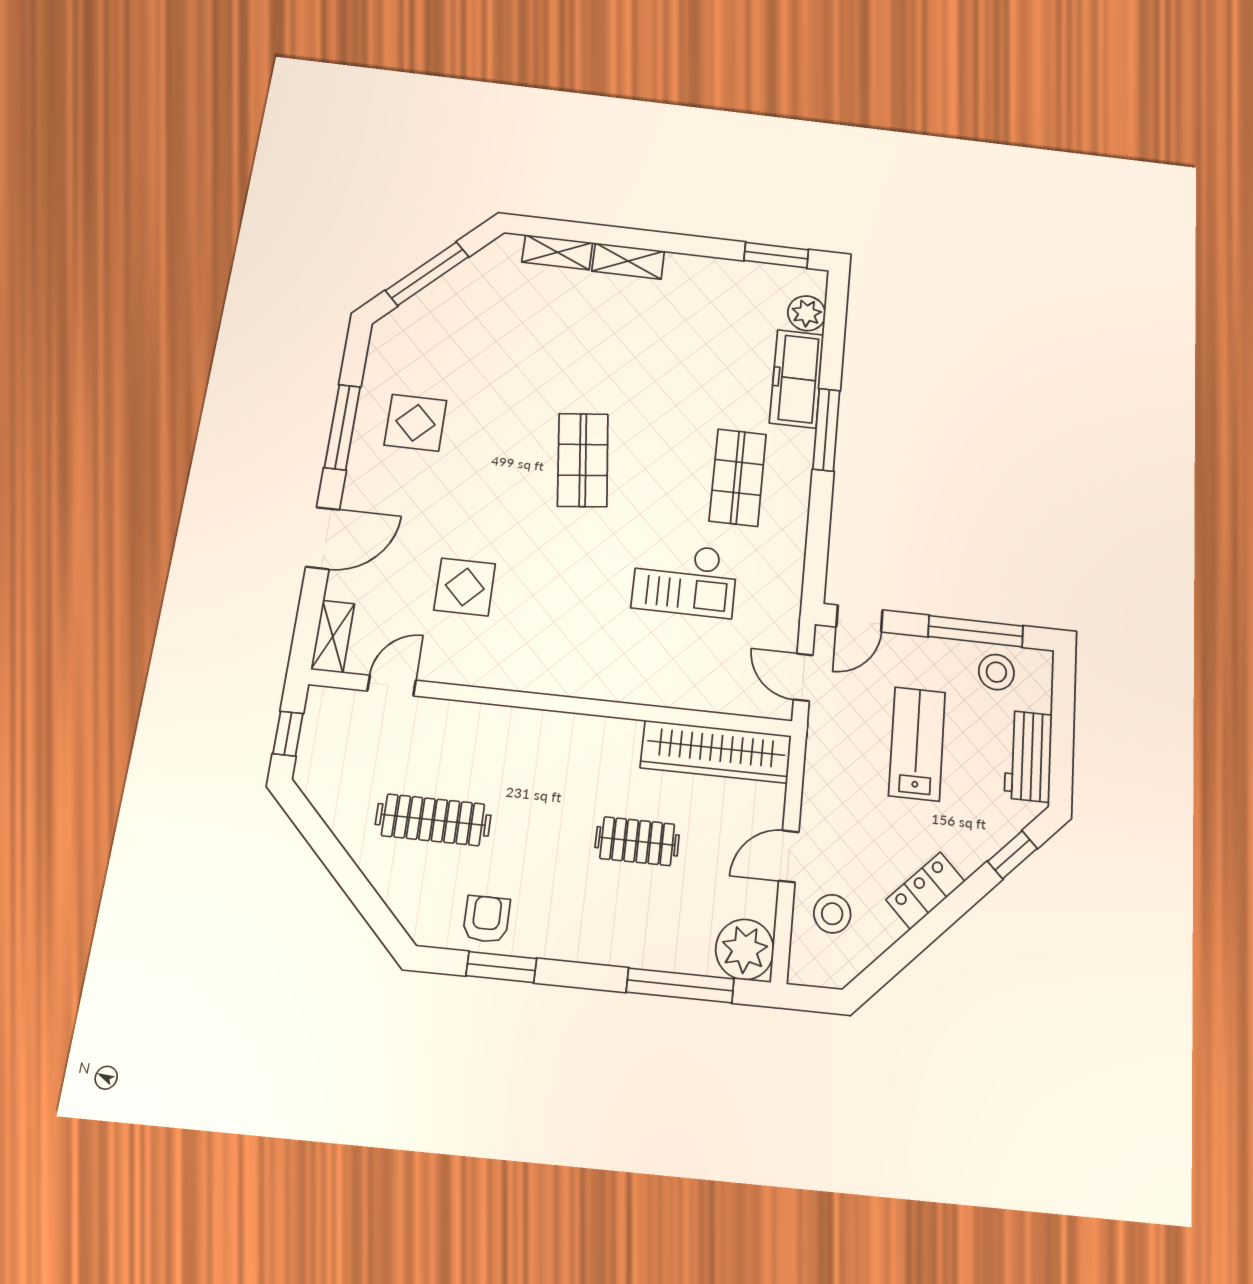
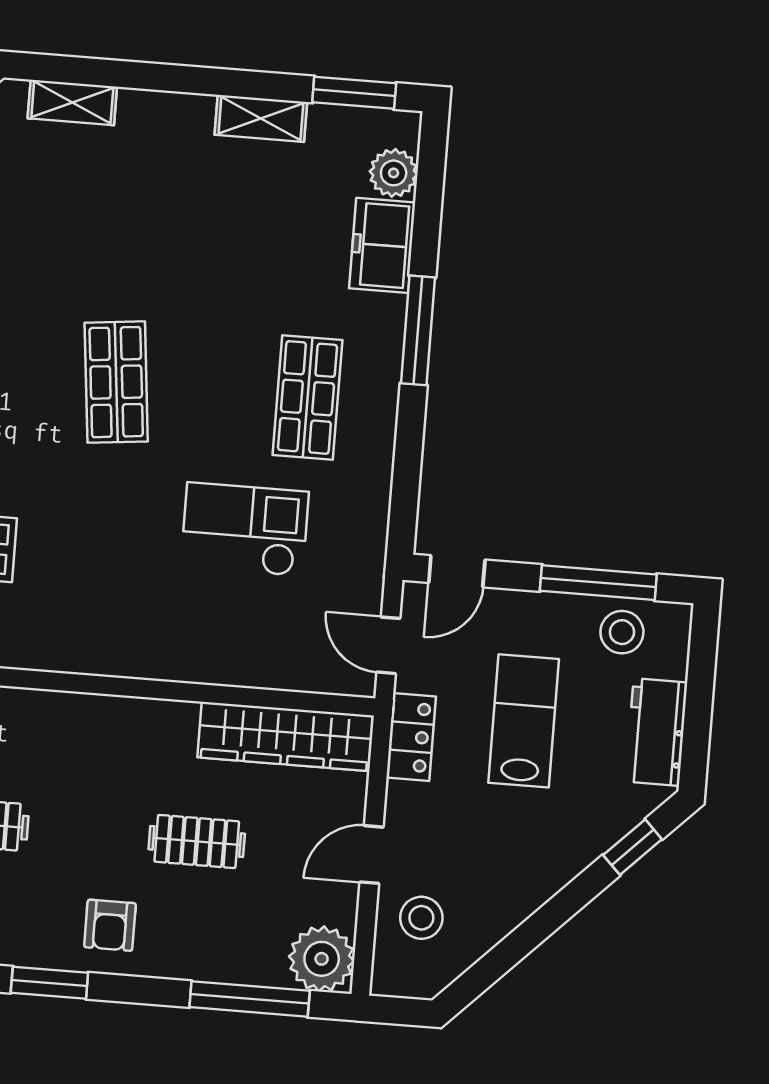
shelving: (628, 261) -> (261, 118), moved
freezer: (797, 379) -> (382, 245), width x0.71
checkout: (685, 579) -> (245, 529), turned 180
locker: (925, 891) -> (411, 737), moved, turned 135
armchair: (486, 919) -> (110, 925), moved, turned 180

